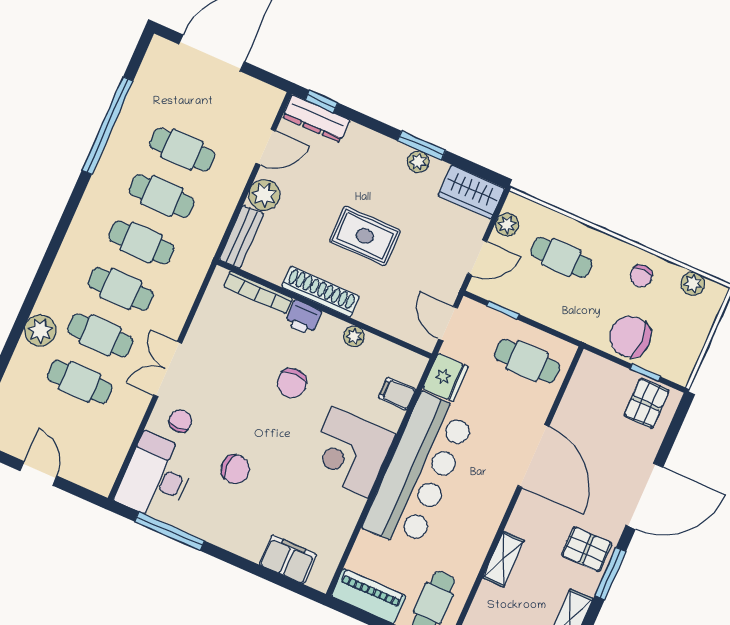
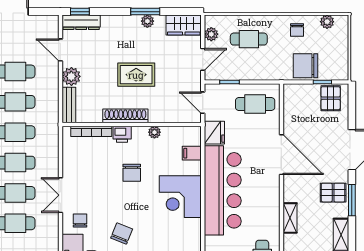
door: (266, 147) -> (60, 50), swing flipped
chair: (235, 469) -> (122, 234), turned -68

